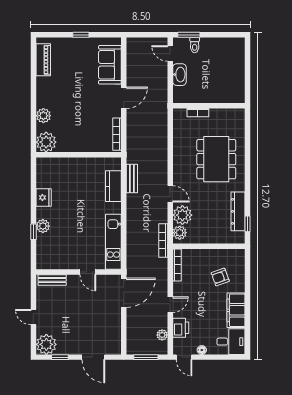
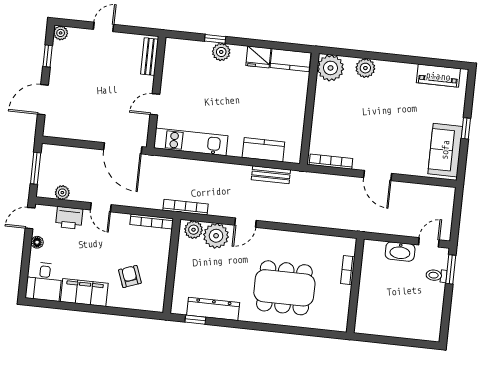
sofa: (110, 65) -> (445, 150), moved, turned -90
kitchen counter: (43, 173) -> (291, 60), added
plant: (46, 344) -> (61, 33), width x0.53, depth x0.53

